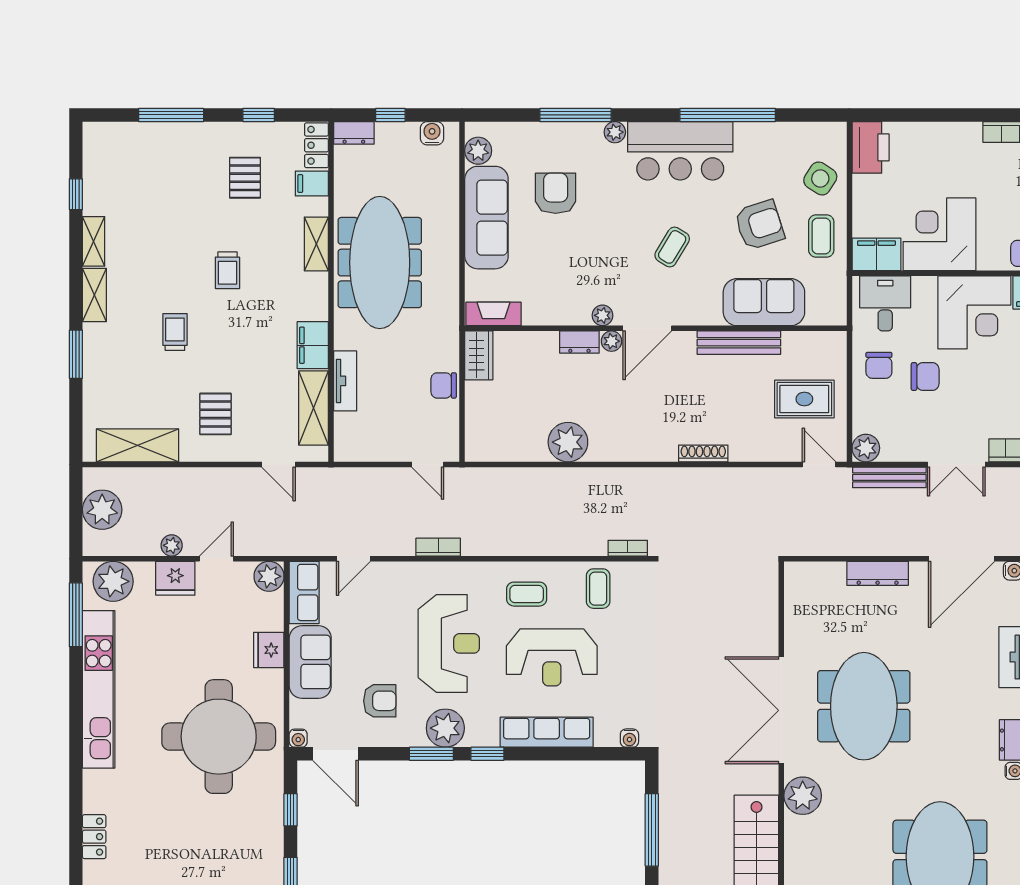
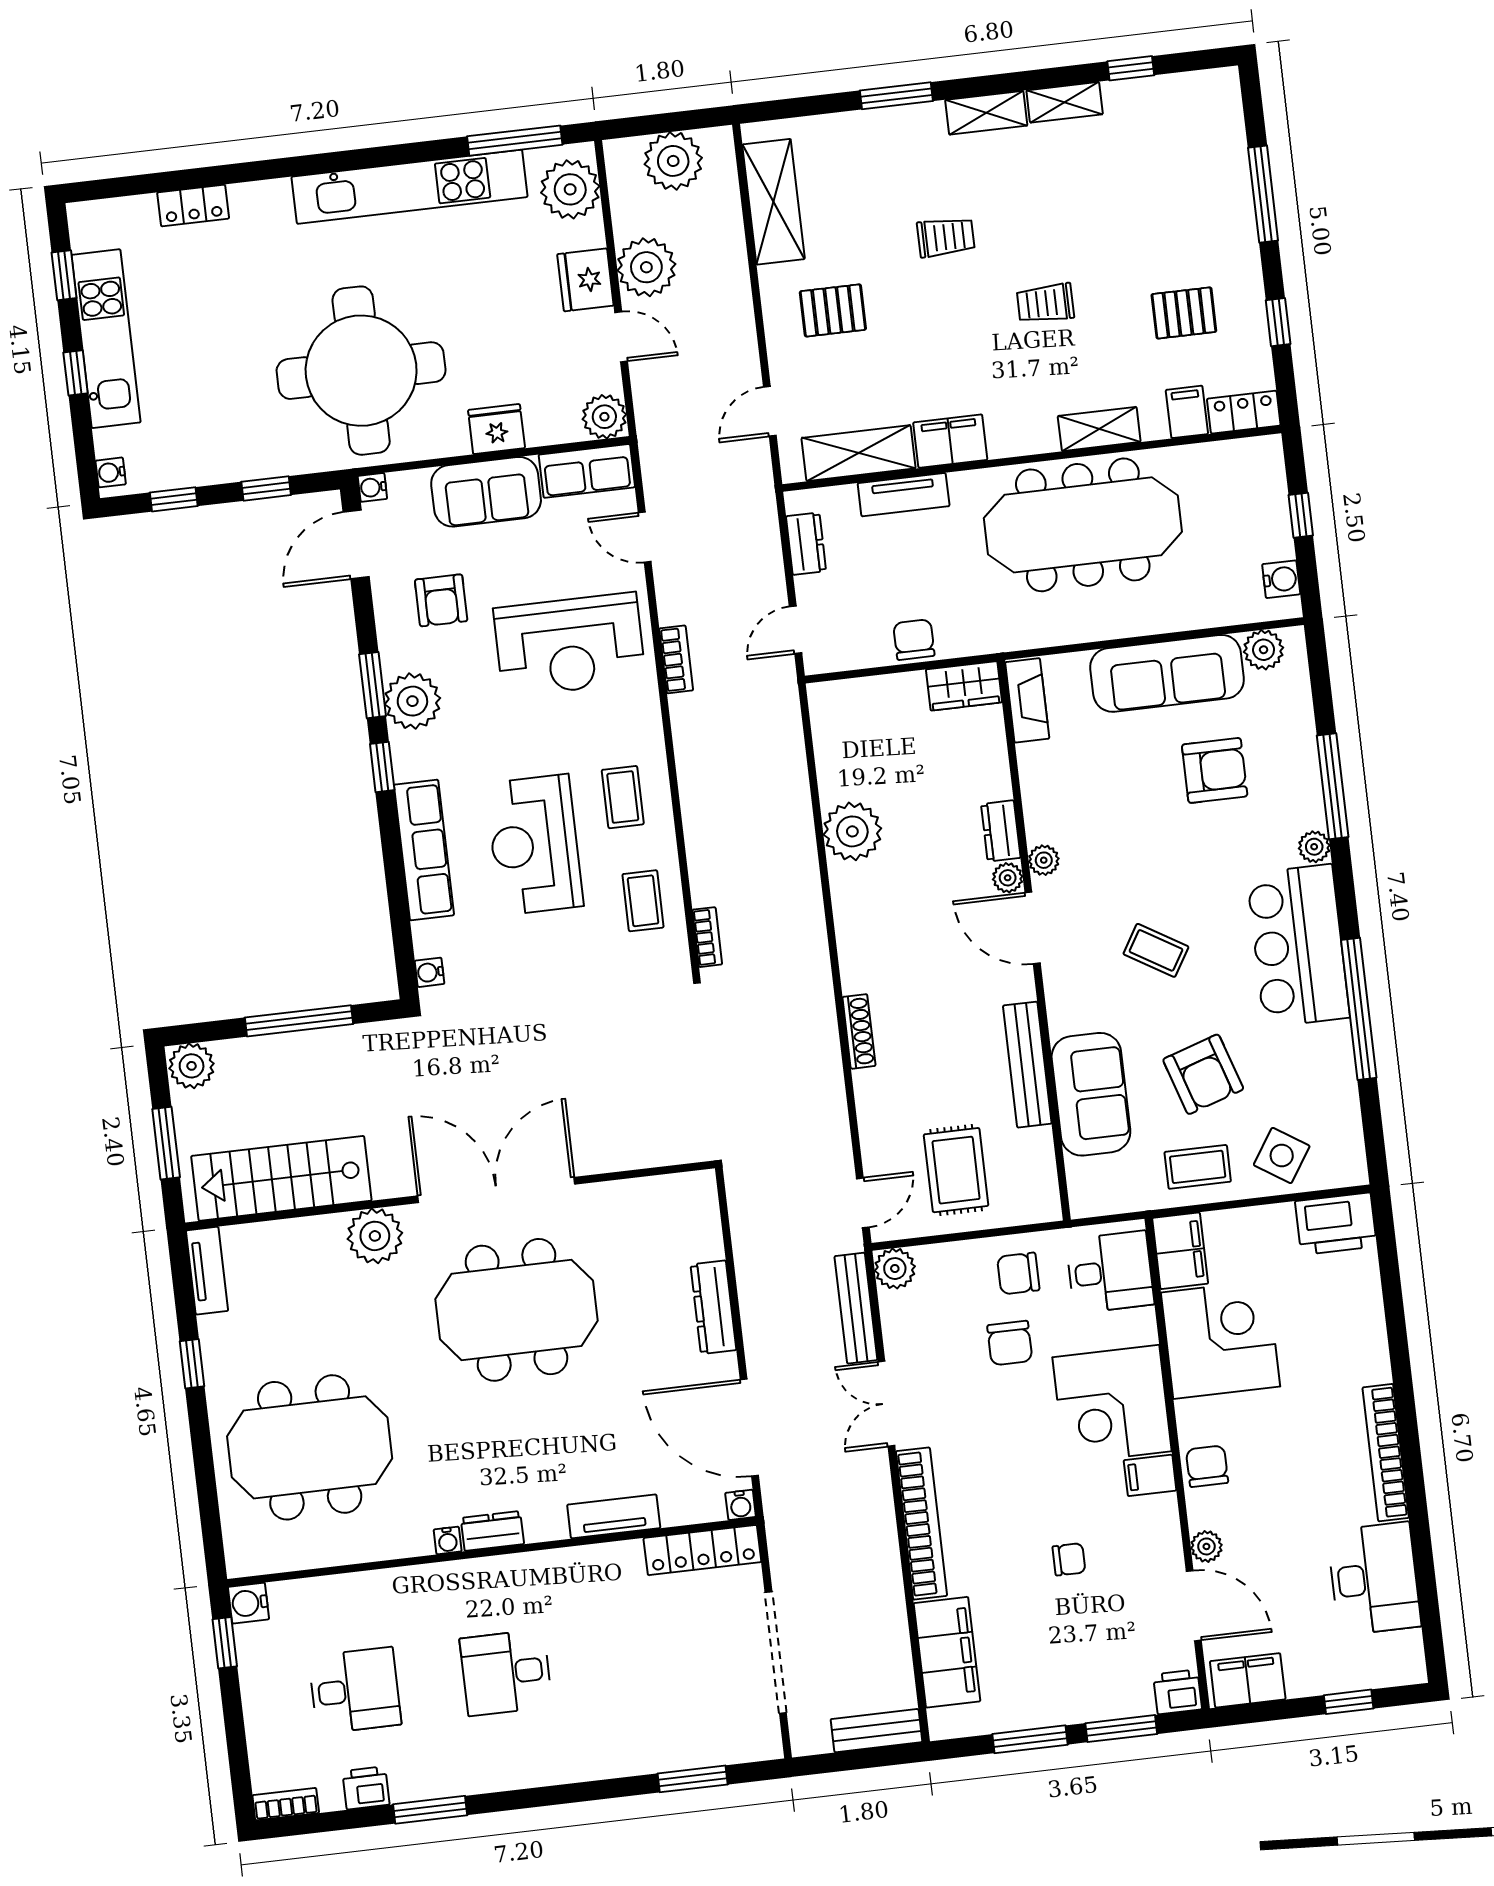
dresser: (354, 133) -> (806, 544), moved, turned 180
plant: (172, 545) -> (646, 267), width x1.87, depth x1.87
coffee table: (598, 589) -> (643, 901), turned 90
reception desk: (449, 643) -> (570, 645), moved

